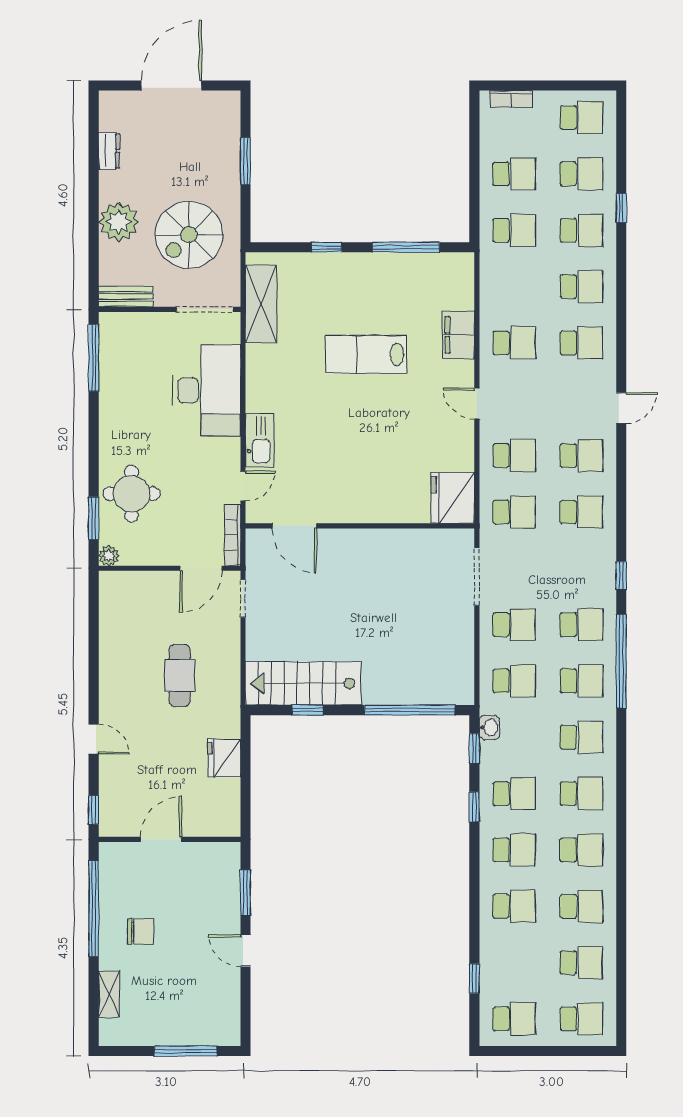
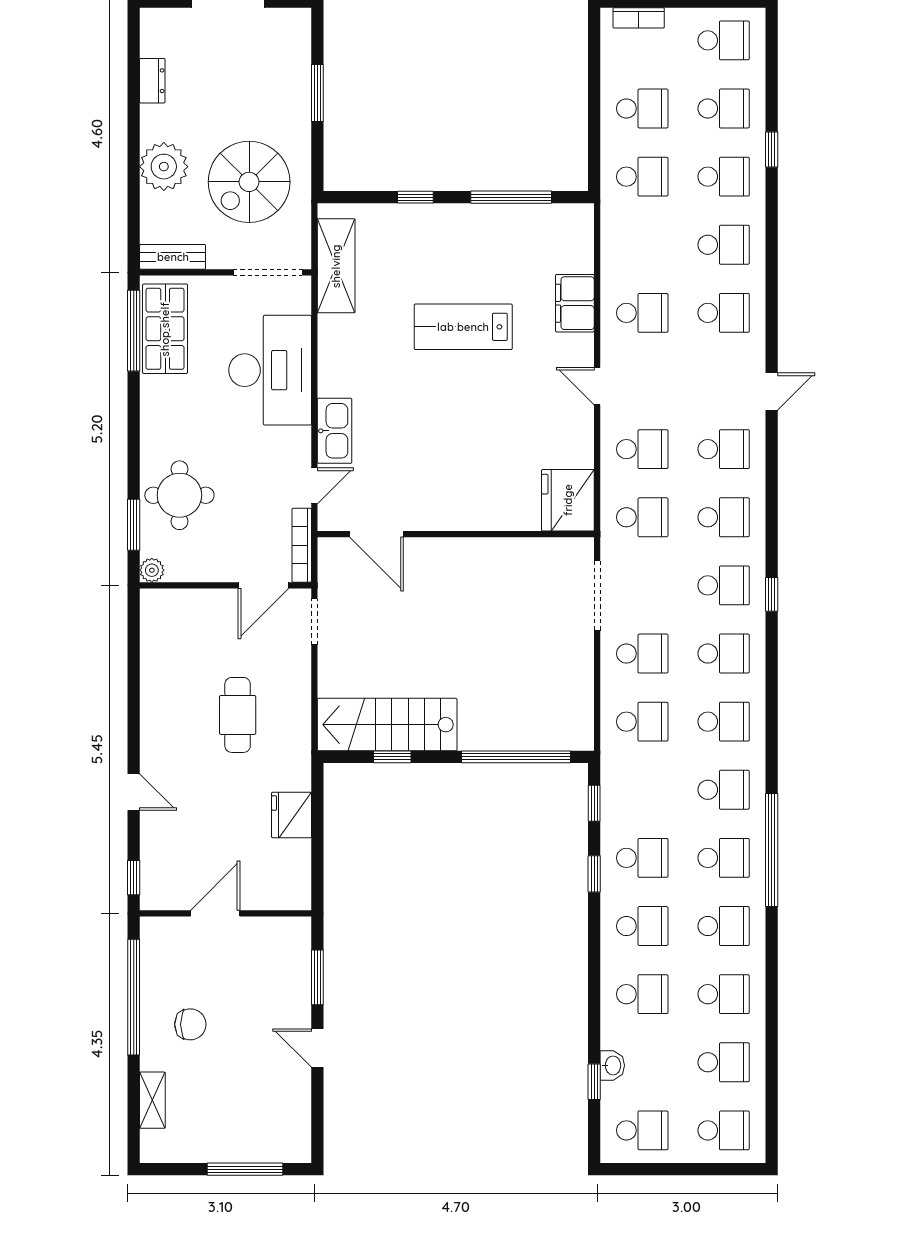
shop shelf: (120, 356) -> (165, 329), added
school desk: (581, 568) -> (724, 585), added
window: (621, 661) -> (772, 850), moved
washbasin: (489, 727) -> (612, 1065), moved

